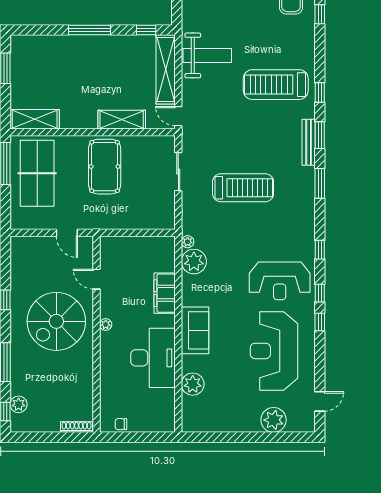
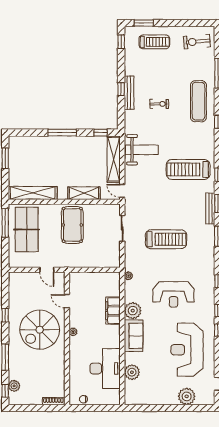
shelving: (35, 119) -> (33, 193), width x1.47
plant: (194, 262) -> (133, 311), moved
reception desk: (280, 281) -> (174, 294), moved
desk: (153, 358) -> (105, 369), moved

